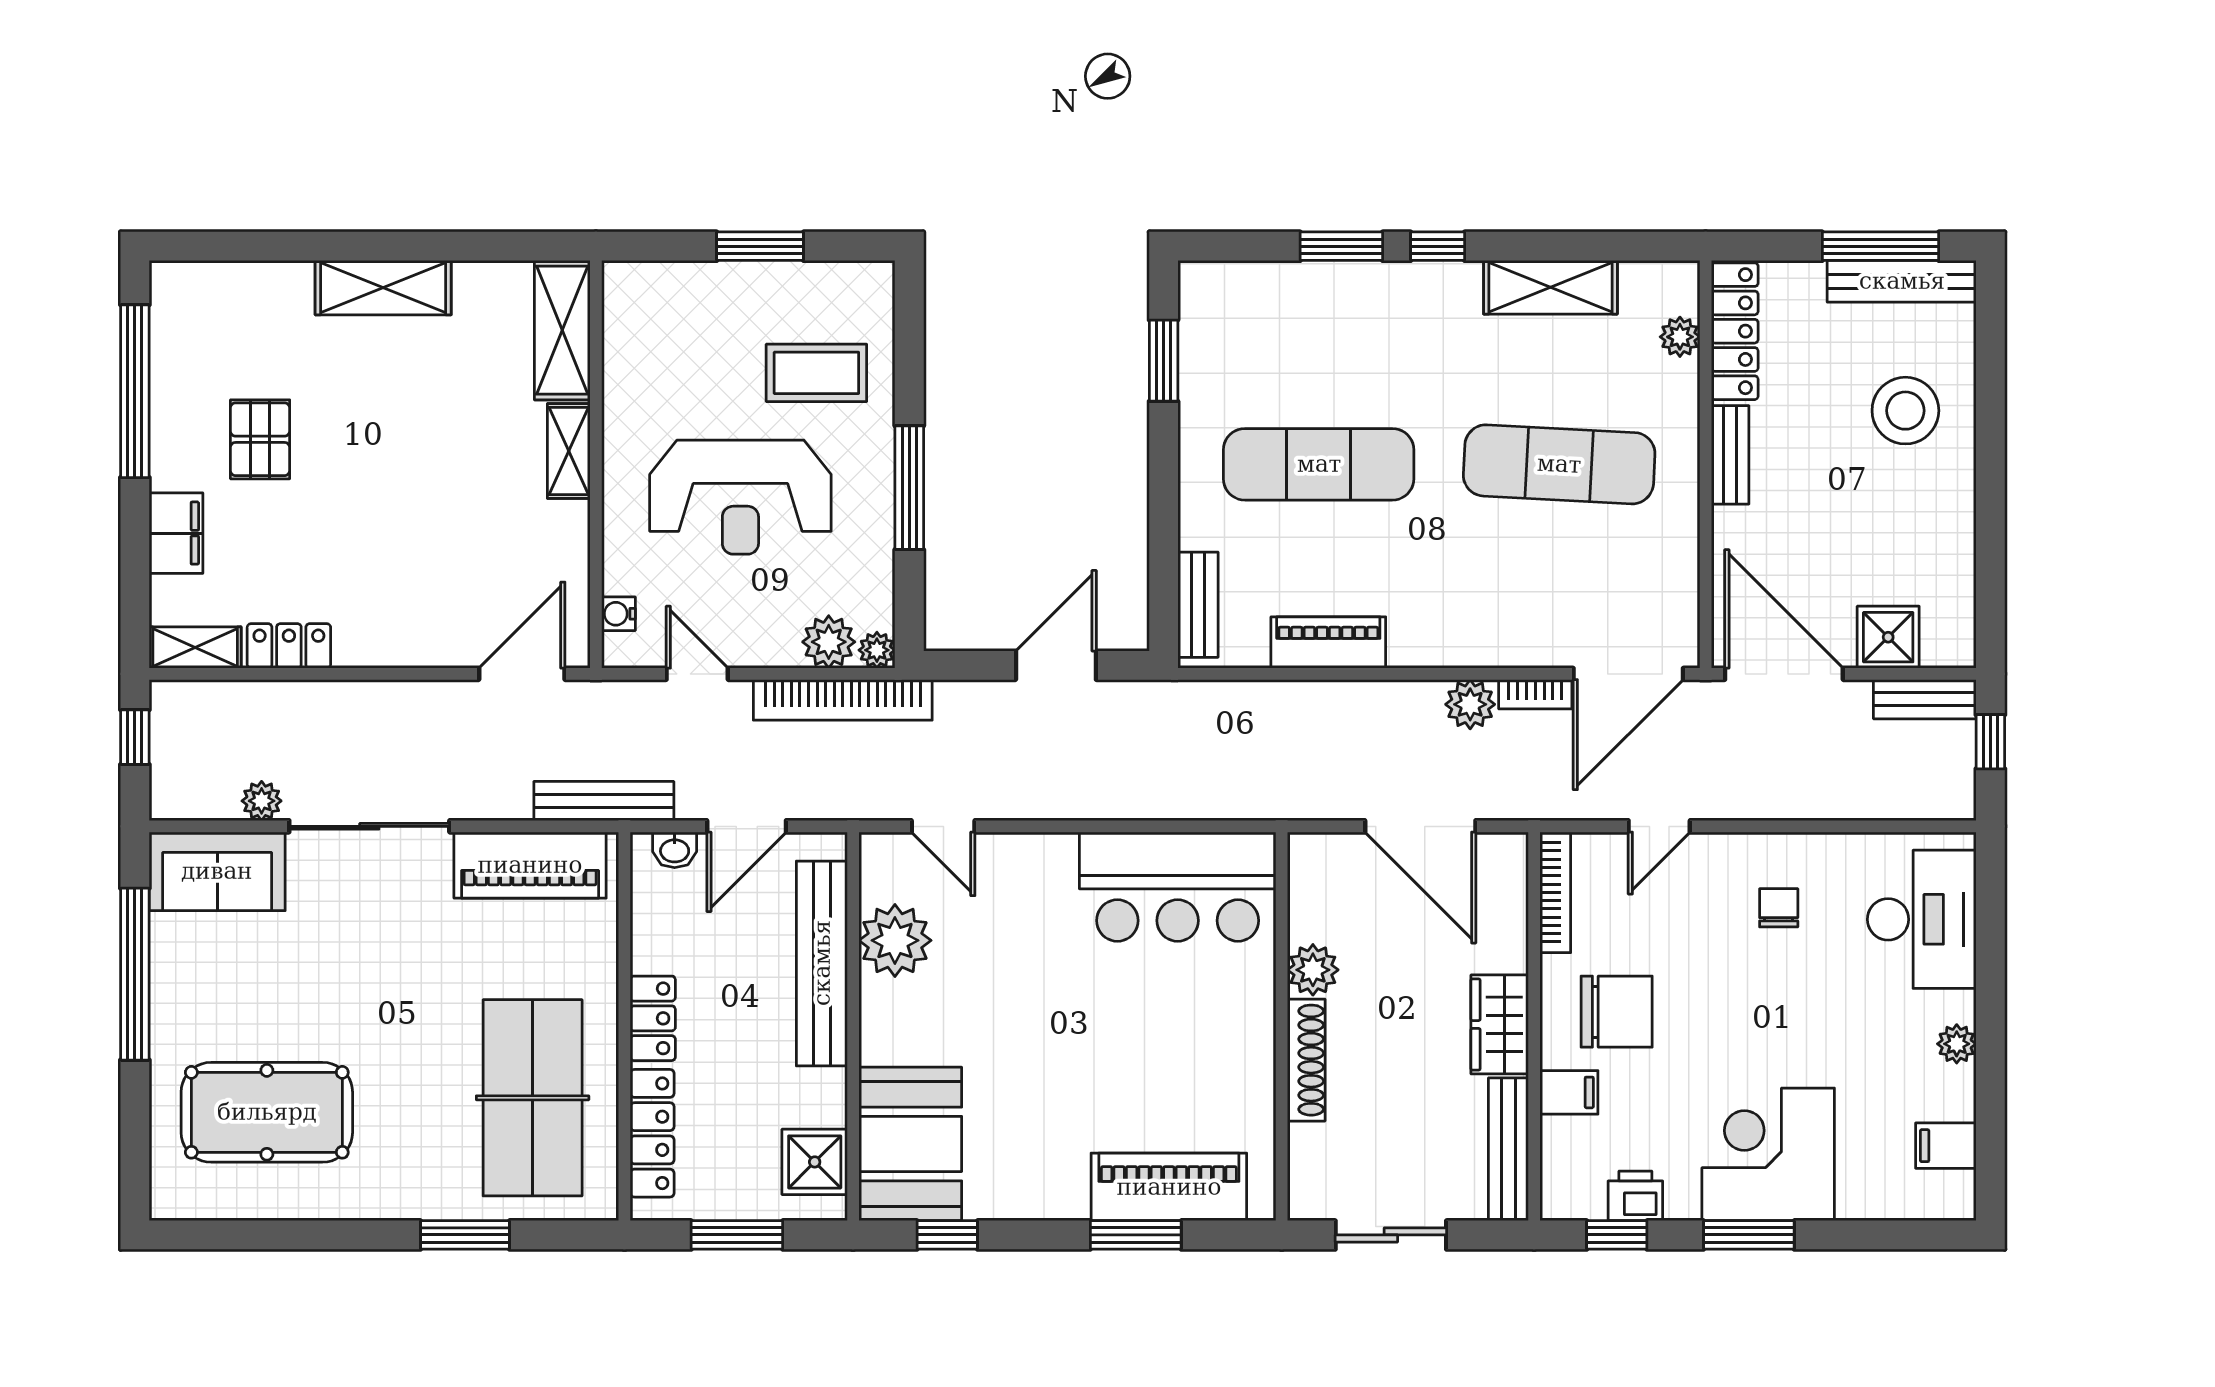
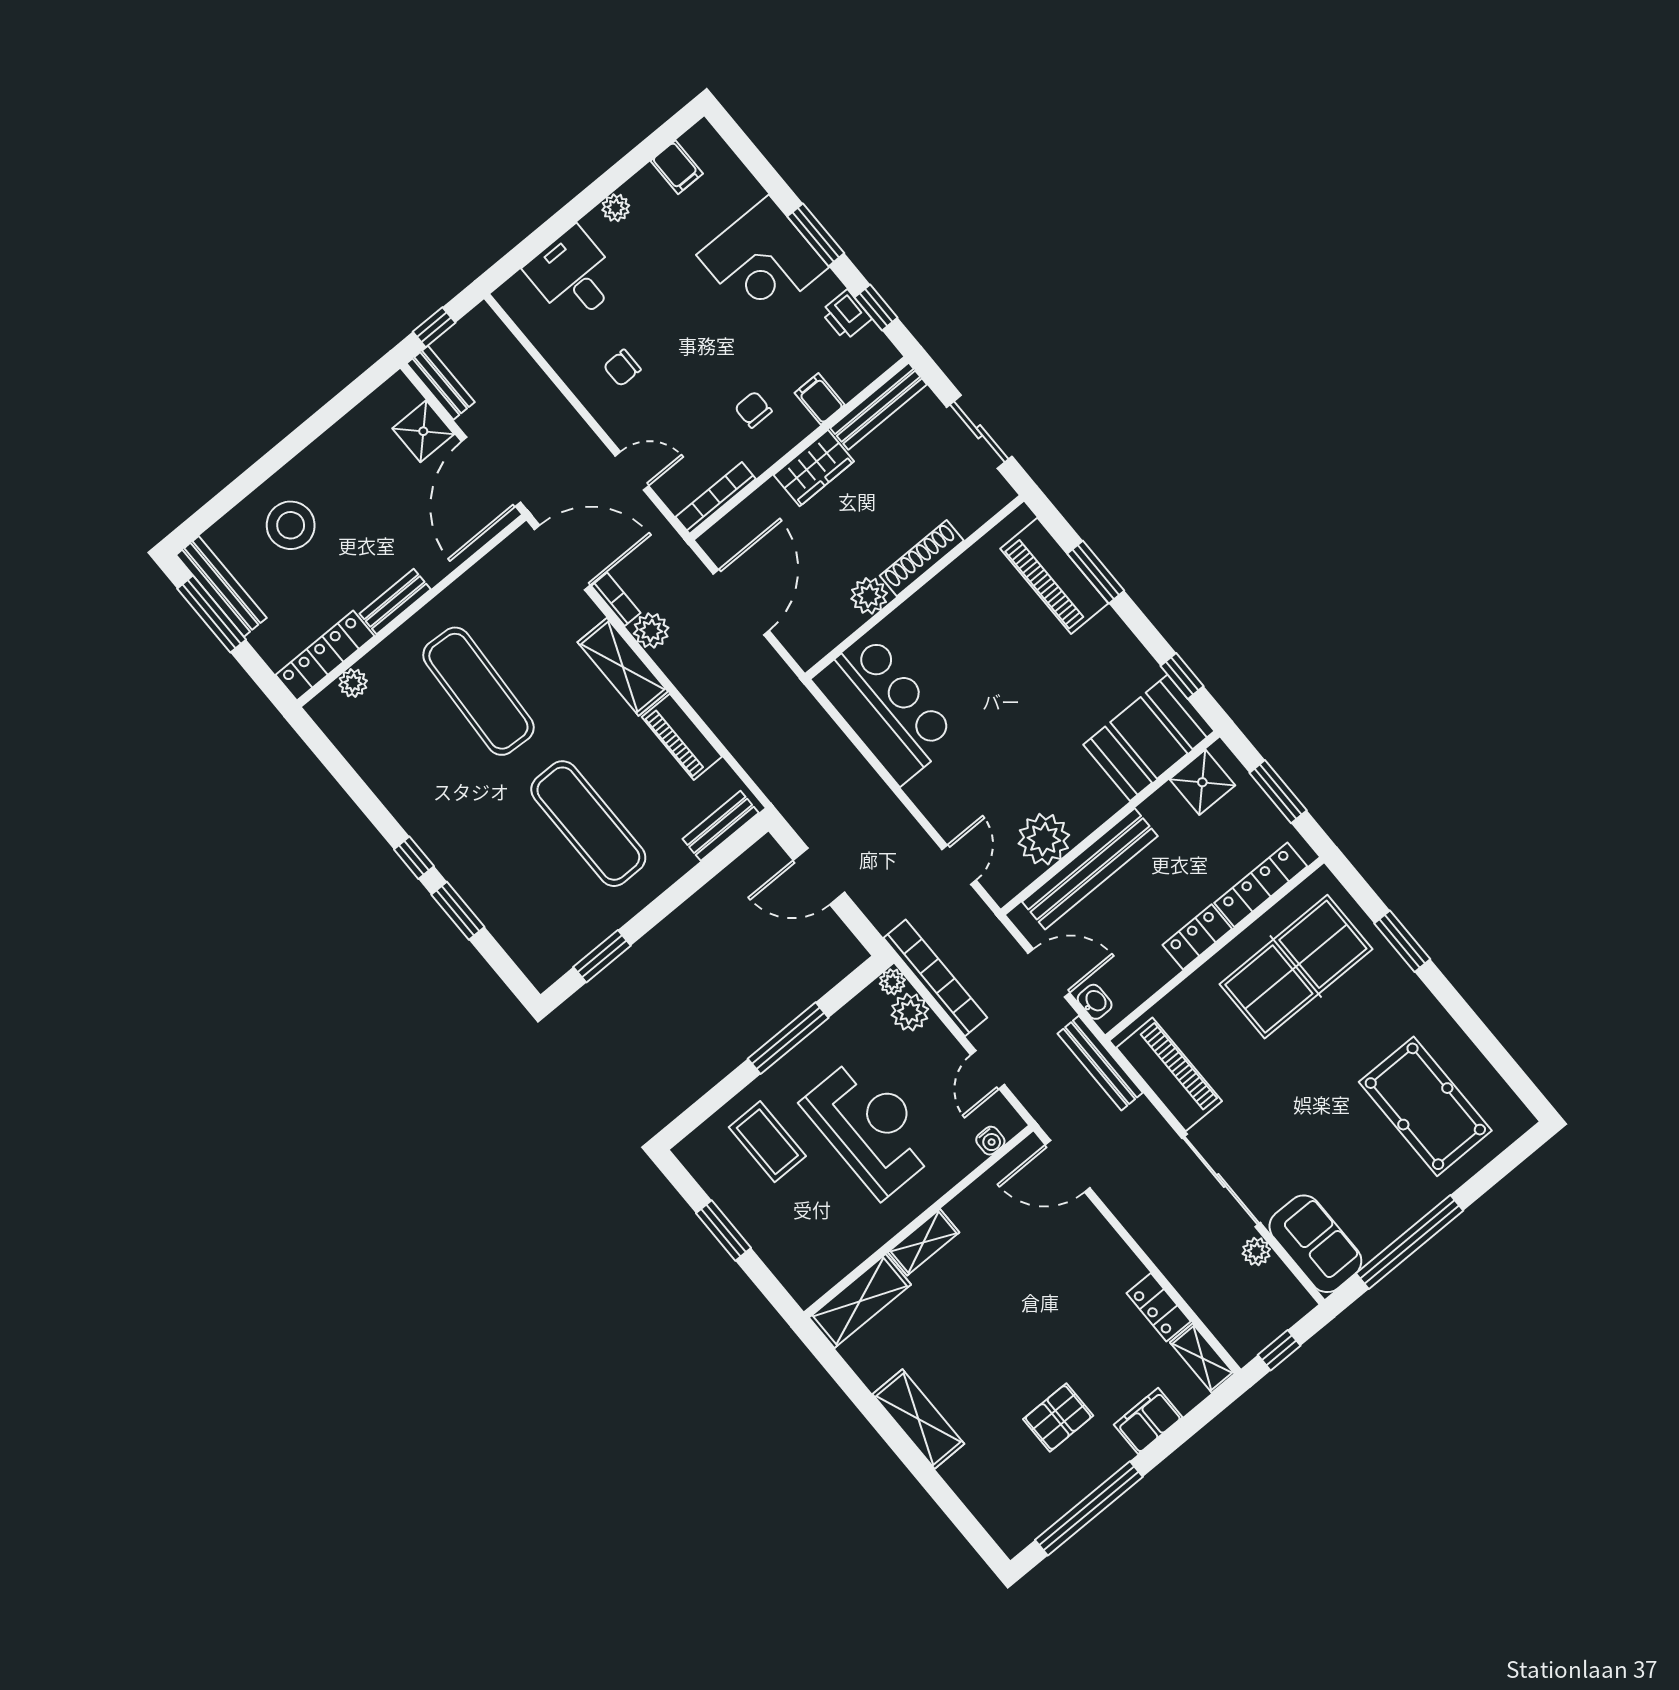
shelving: (1550, 287) -> (623, 667), moved
desk: (1922, 919) -> (573, 275), width x0.73
chair: (1617, 1012) -> (753, 410), width x0.54, depth x0.54

